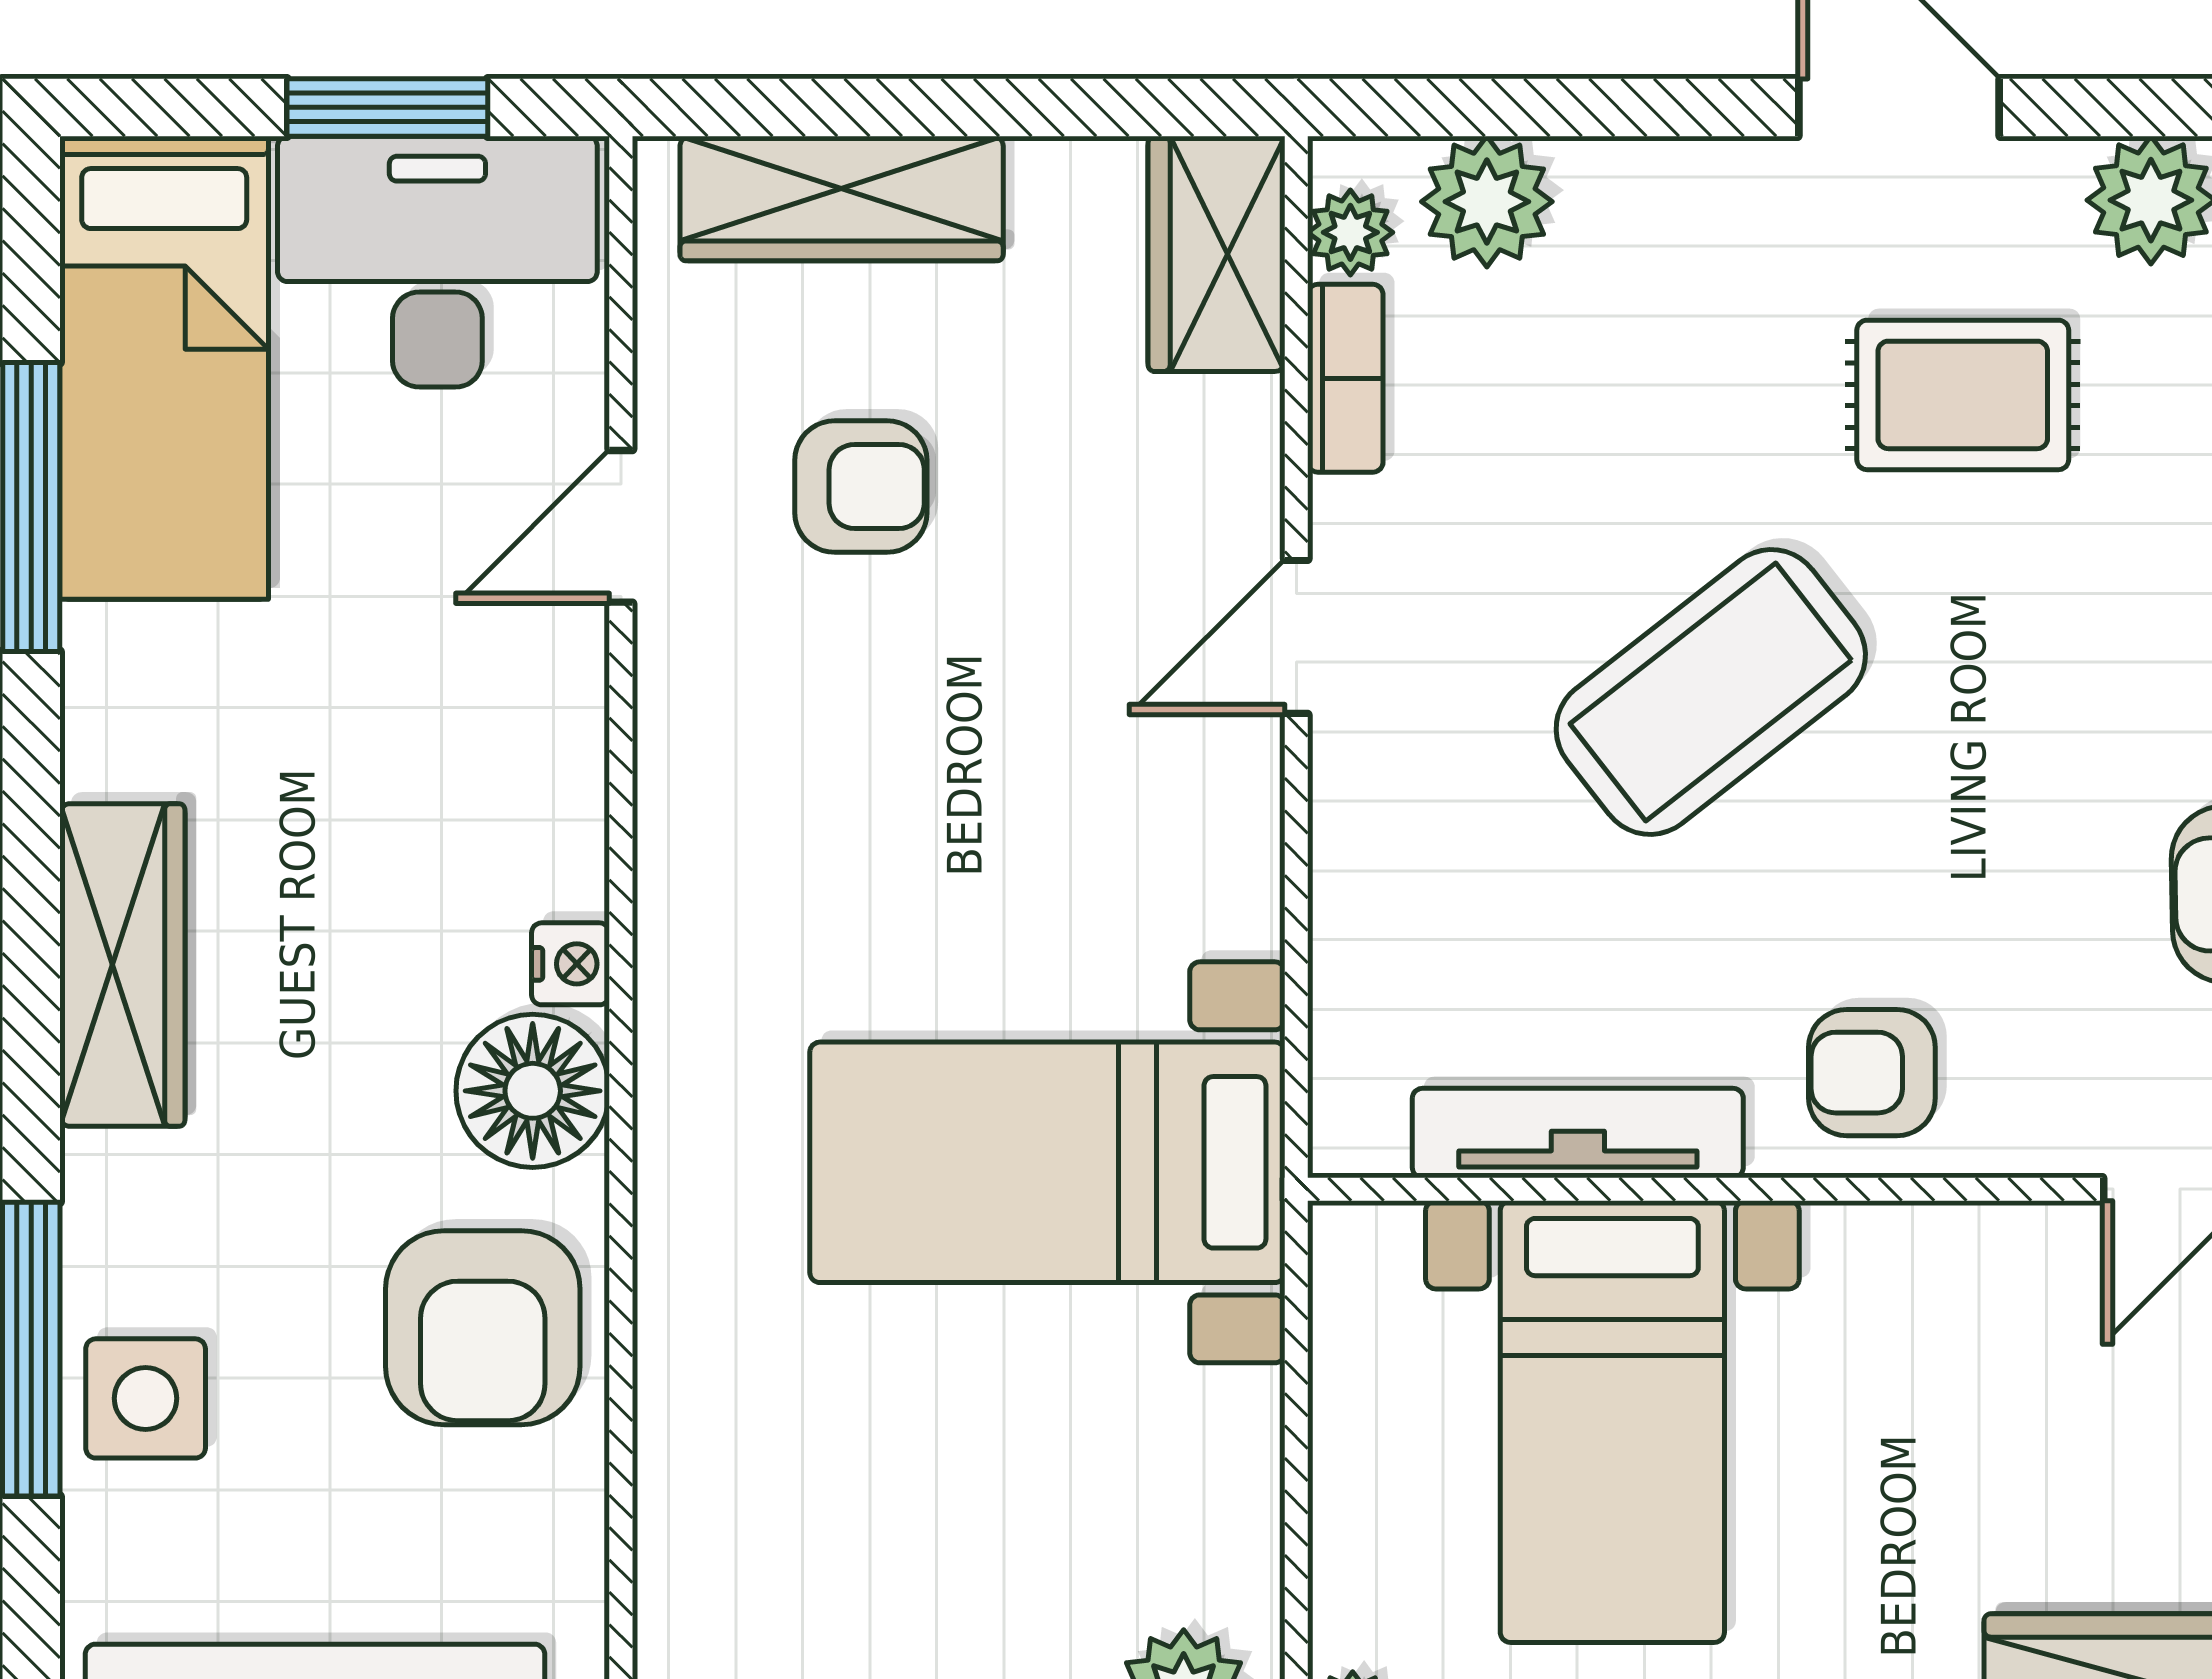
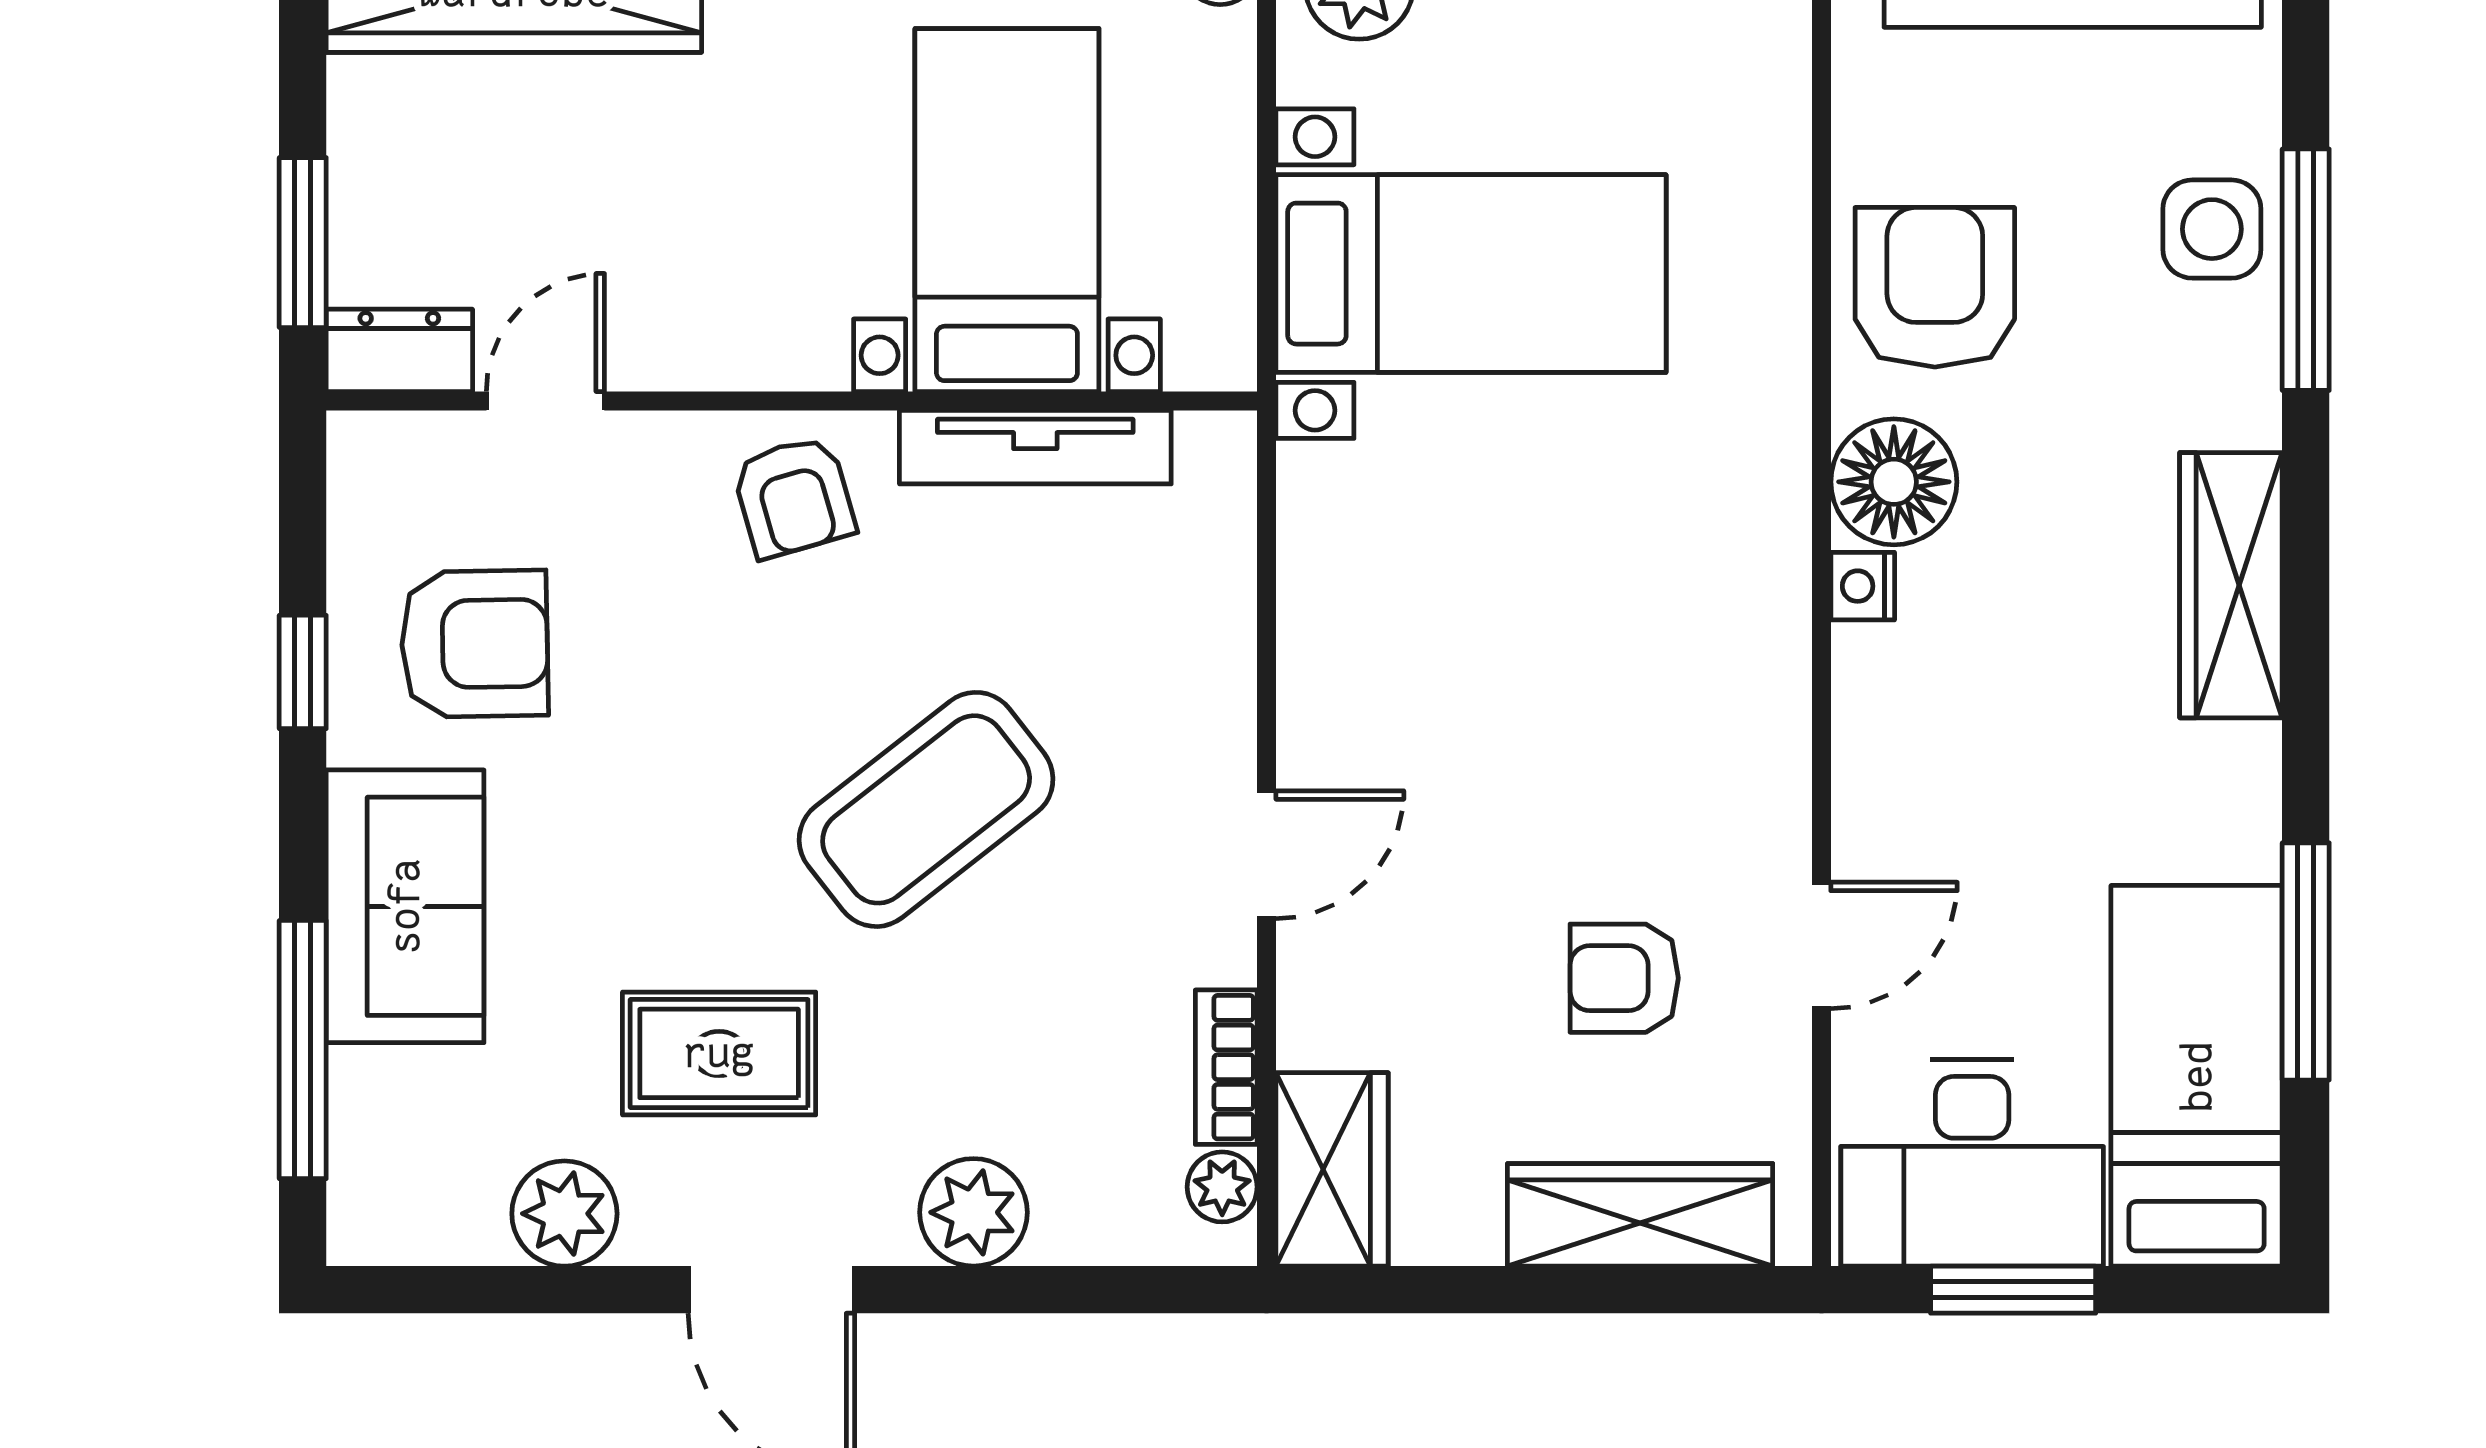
plant: (1487, 202) -> (974, 1212), moved
armchair: (1872, 1073) -> (794, 497), turned 74
bed with nightstands: (1047, 1162) -> (1471, 274), moved

